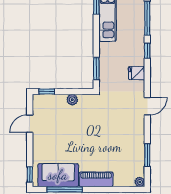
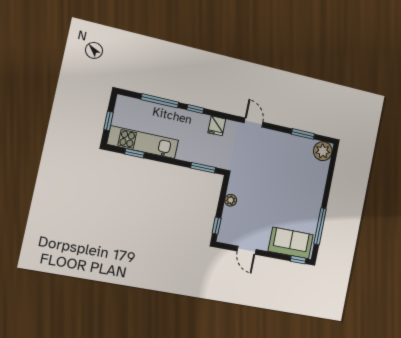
sofa: (58, 175) -> (291, 243), moved, turned 90
piano: (96, 179) -> (316, 192), removed
plant: (140, 182) -> (323, 151), width x1.87, depth x1.87

